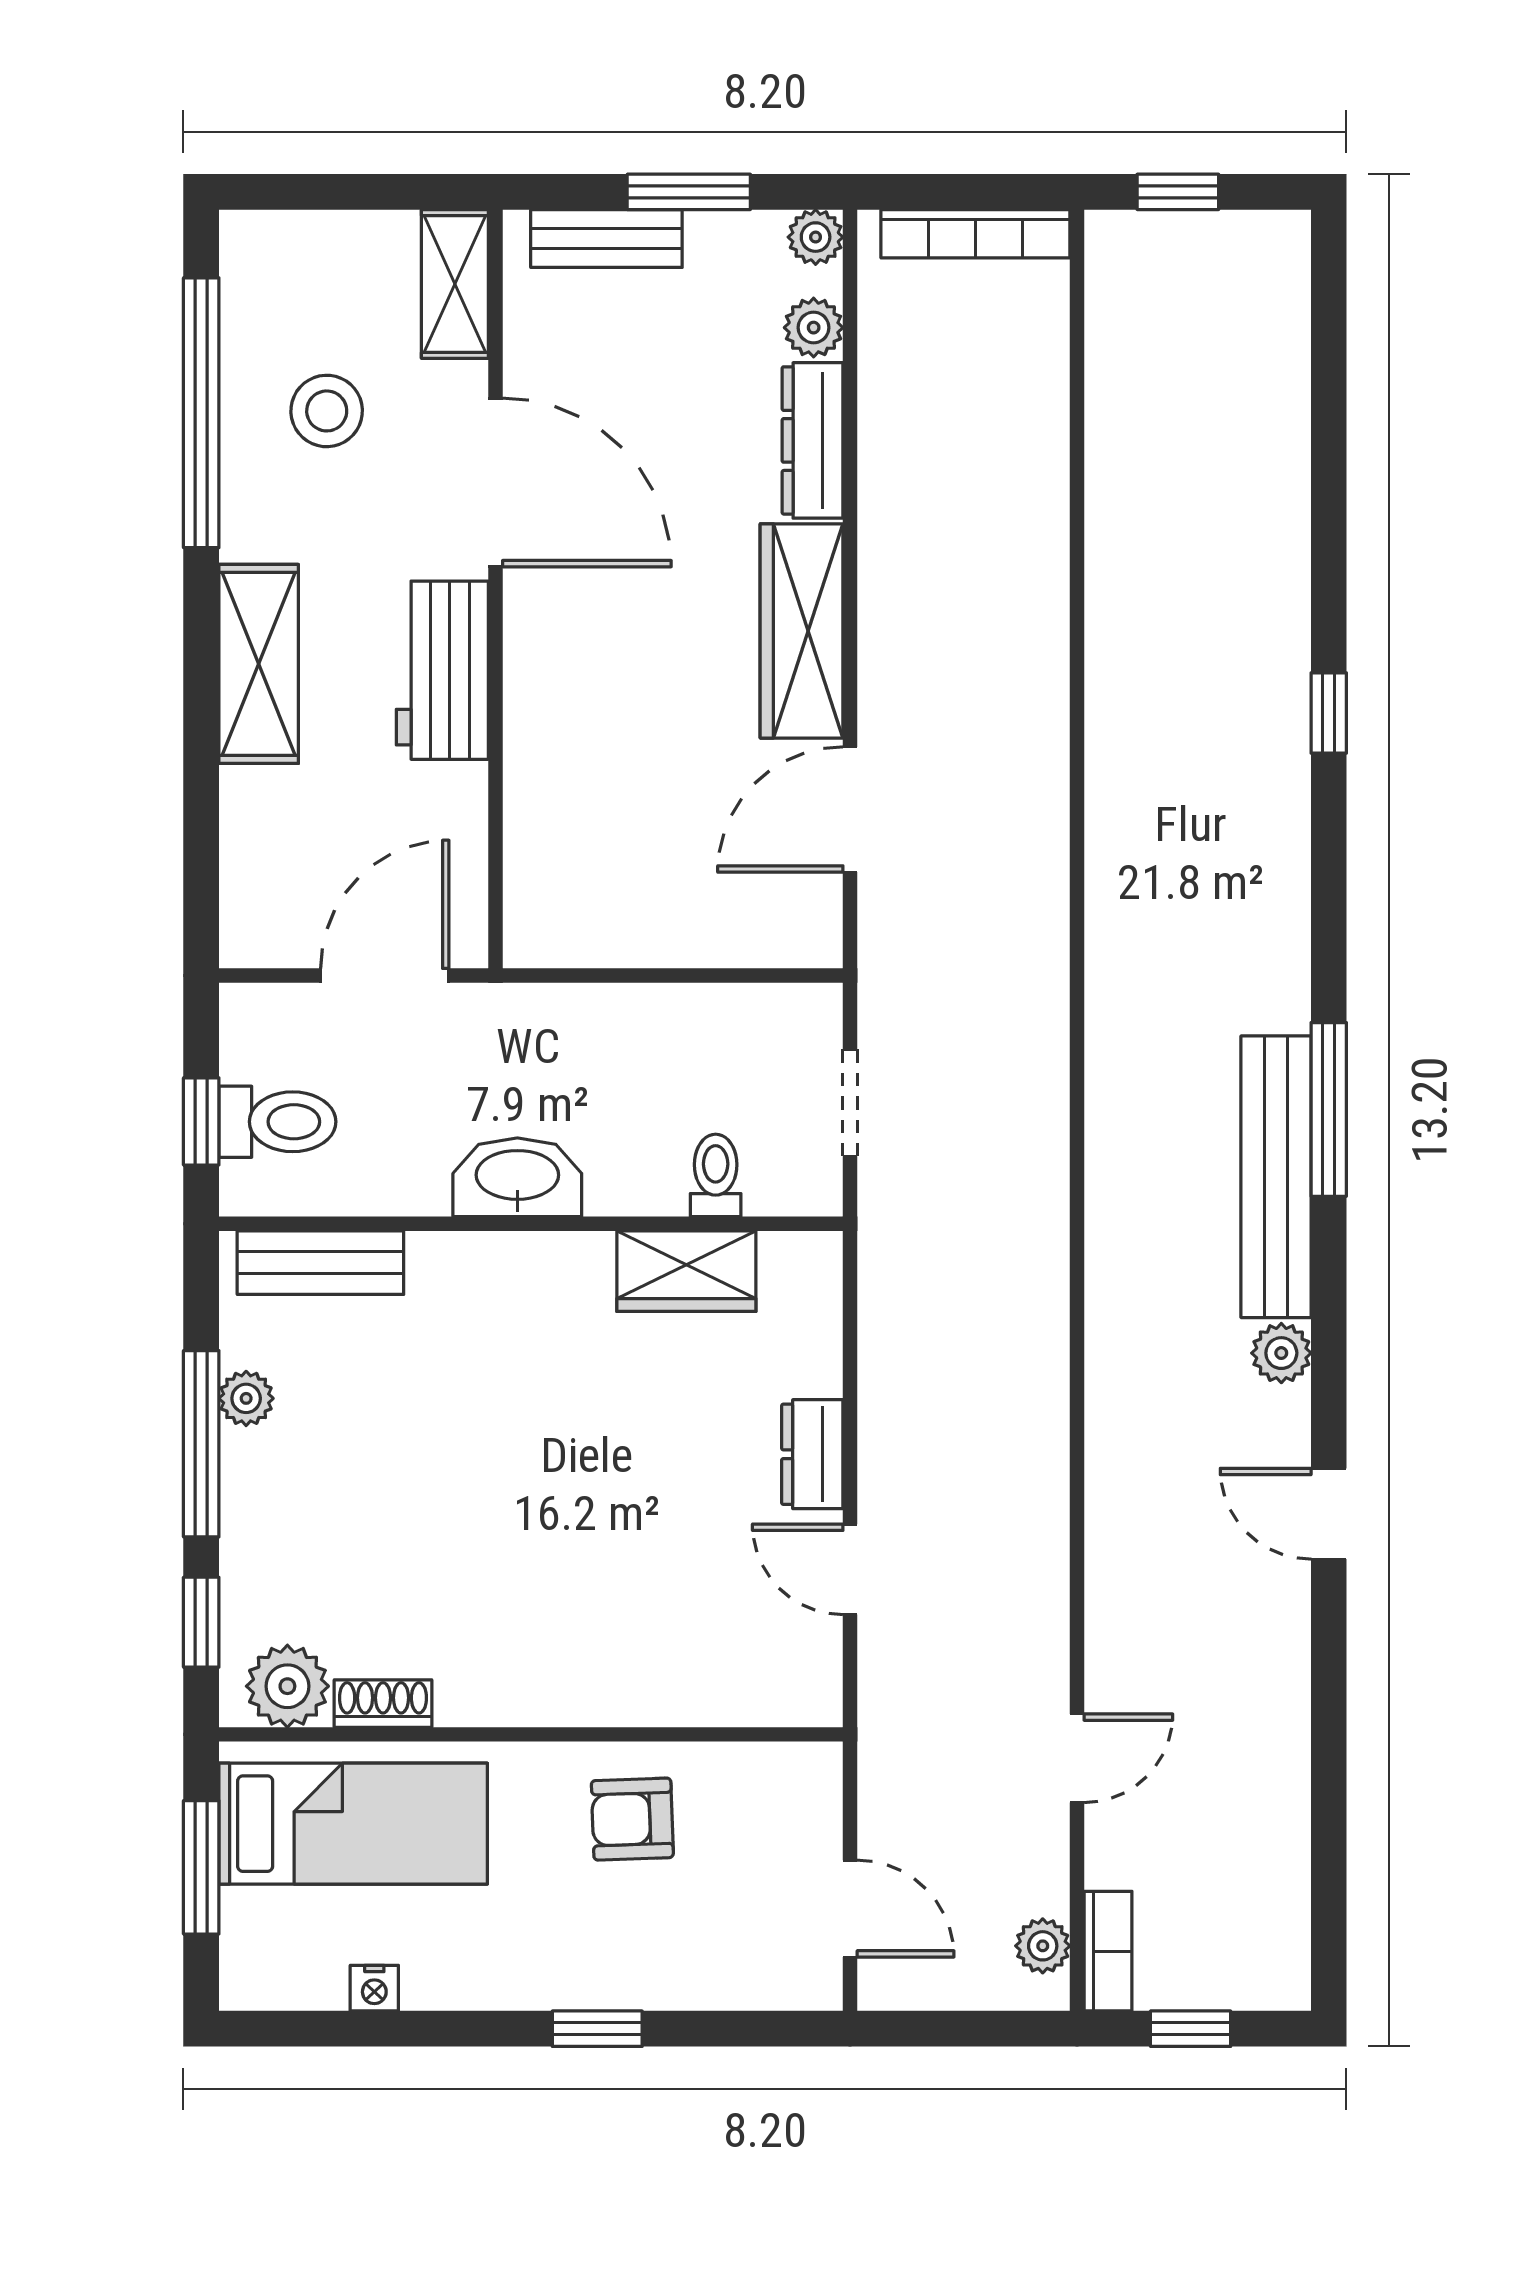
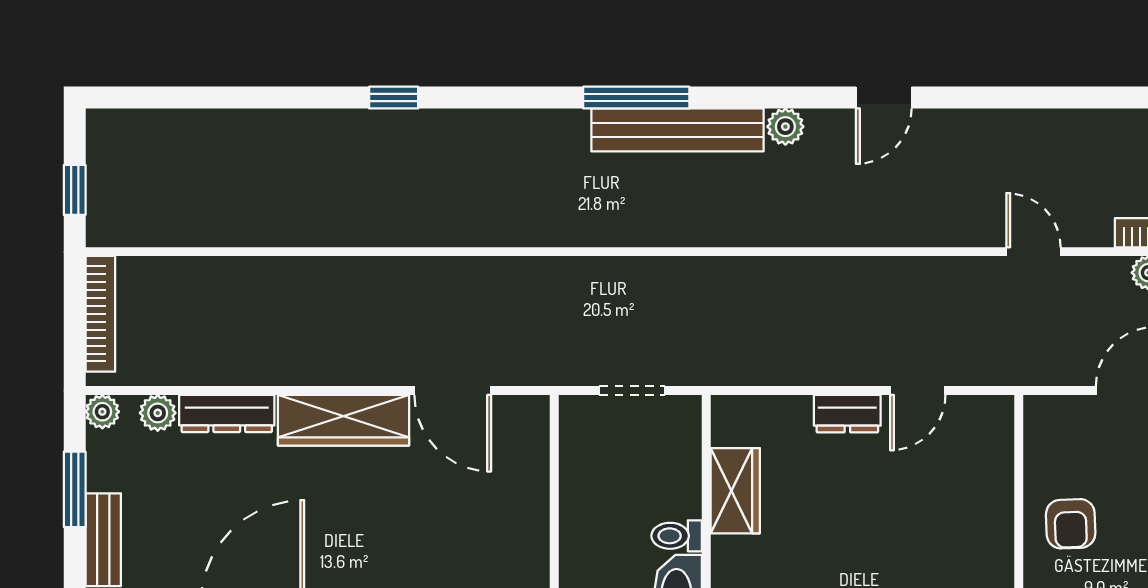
toilet: (716, 1175) -> (677, 536), moved

